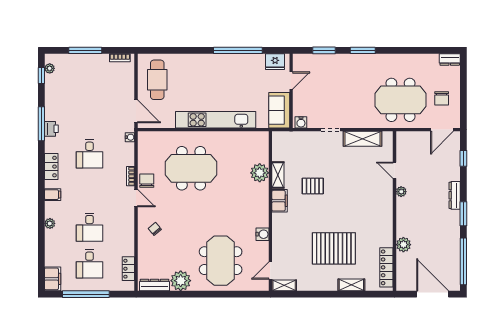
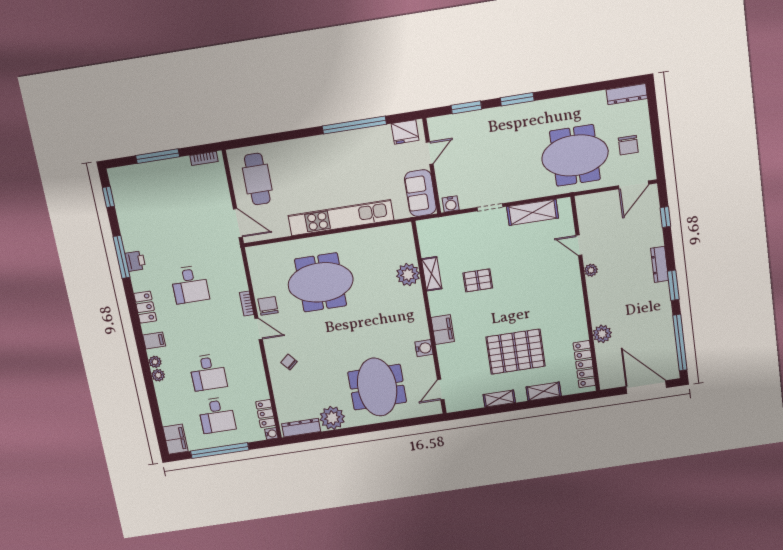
dresser: (450, 59) -> (627, 94), width x1.44
plant: (50, 68) -> (155, 362), moved
water cooler: (130, 137) -> (271, 434), moved
filing cabinet: (280, 201) -> (443, 330), moved
shelving: (284, 285) -> (499, 399), moved

